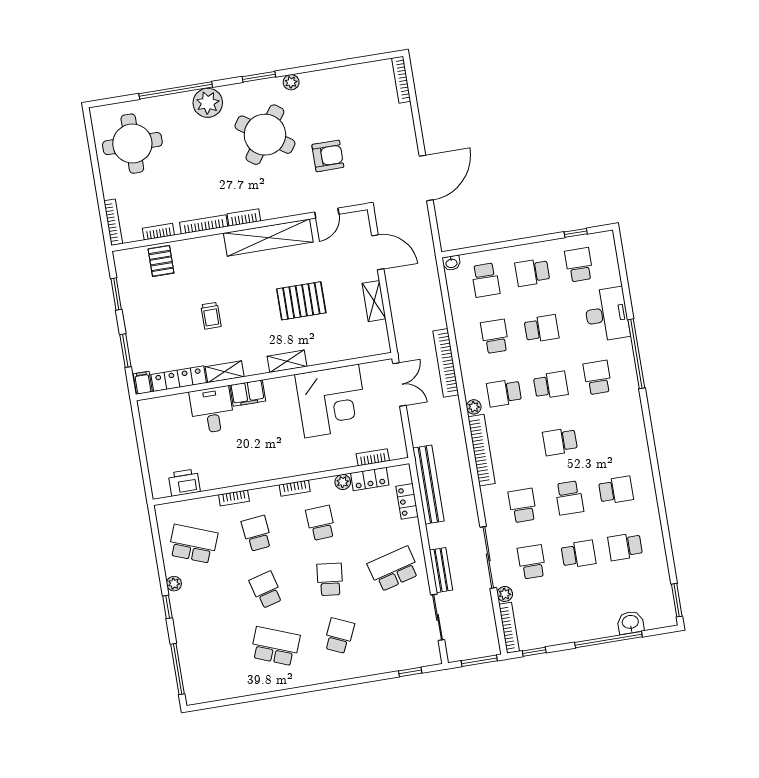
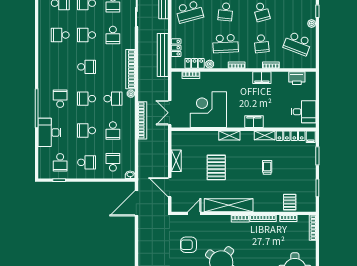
door: (426, 178) -> (136, 203), moved
pallet: (301, 301) -> (216, 167), turned 90
school desk: (597, 377) -> (60, 99), turned 180
desk: (212, 410) -> (304, 112), moved, turned -90
filing cabinet: (247, 473) -> (262, 78), added
school desk: (569, 498) -> (87, 35), turned -90
school desk: (321, 523) -> (226, 44), width x1.85

